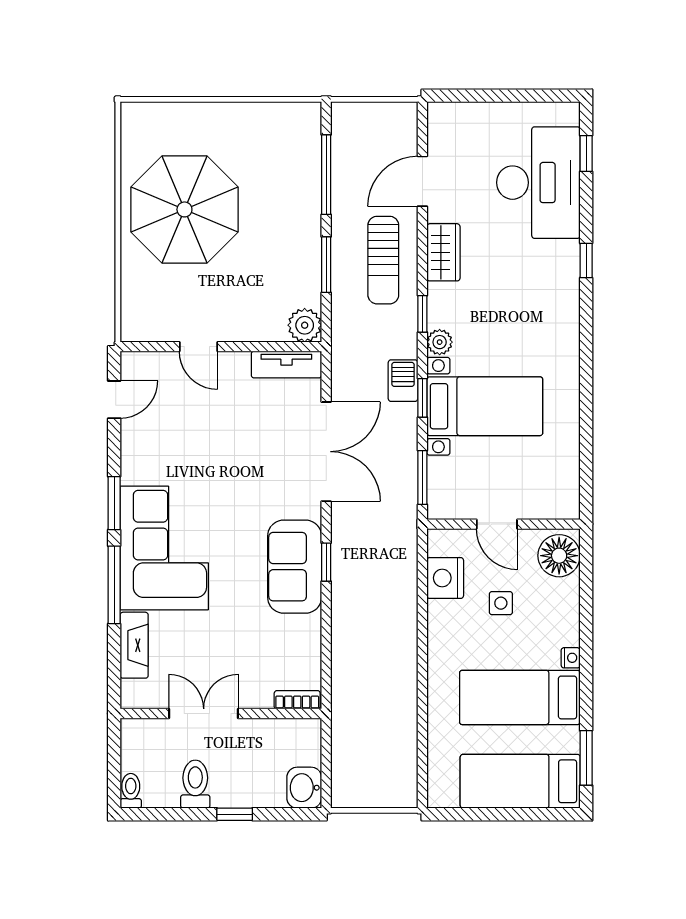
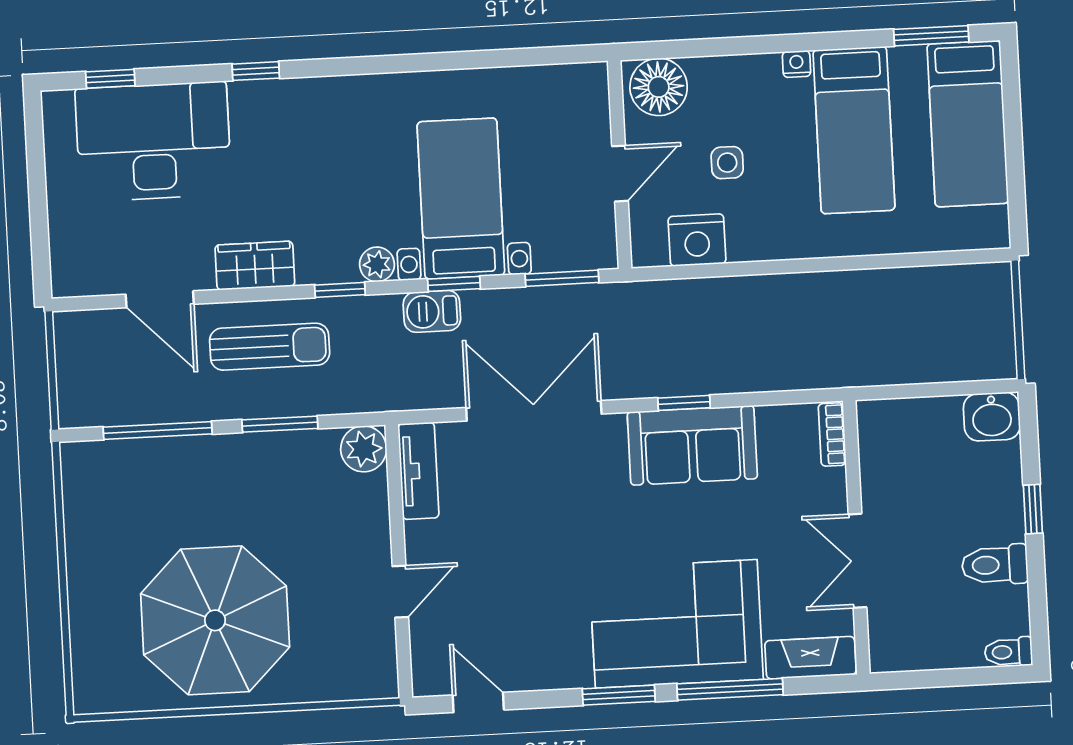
bookcase: (297, 700) -> (832, 434), moved
double door: (204, 714) -> (857, 561), moved
wall: (221, 714) -> (856, 537), moved

